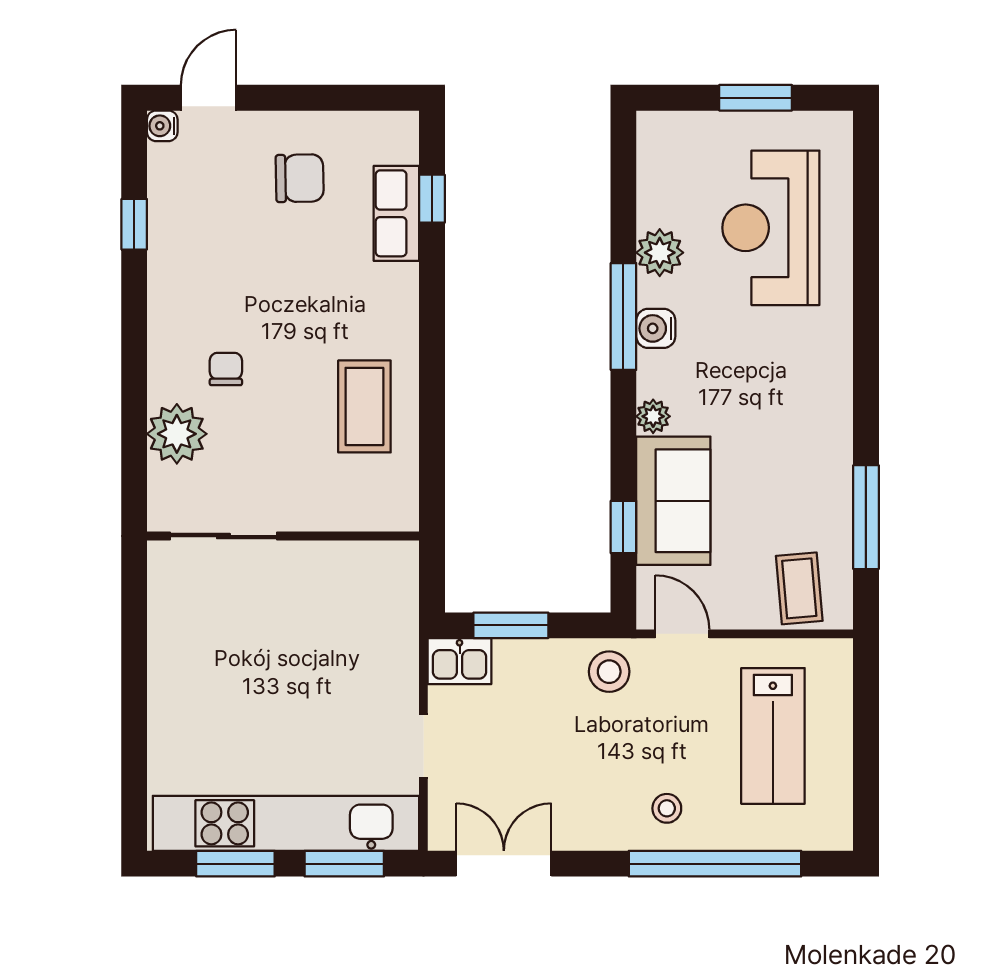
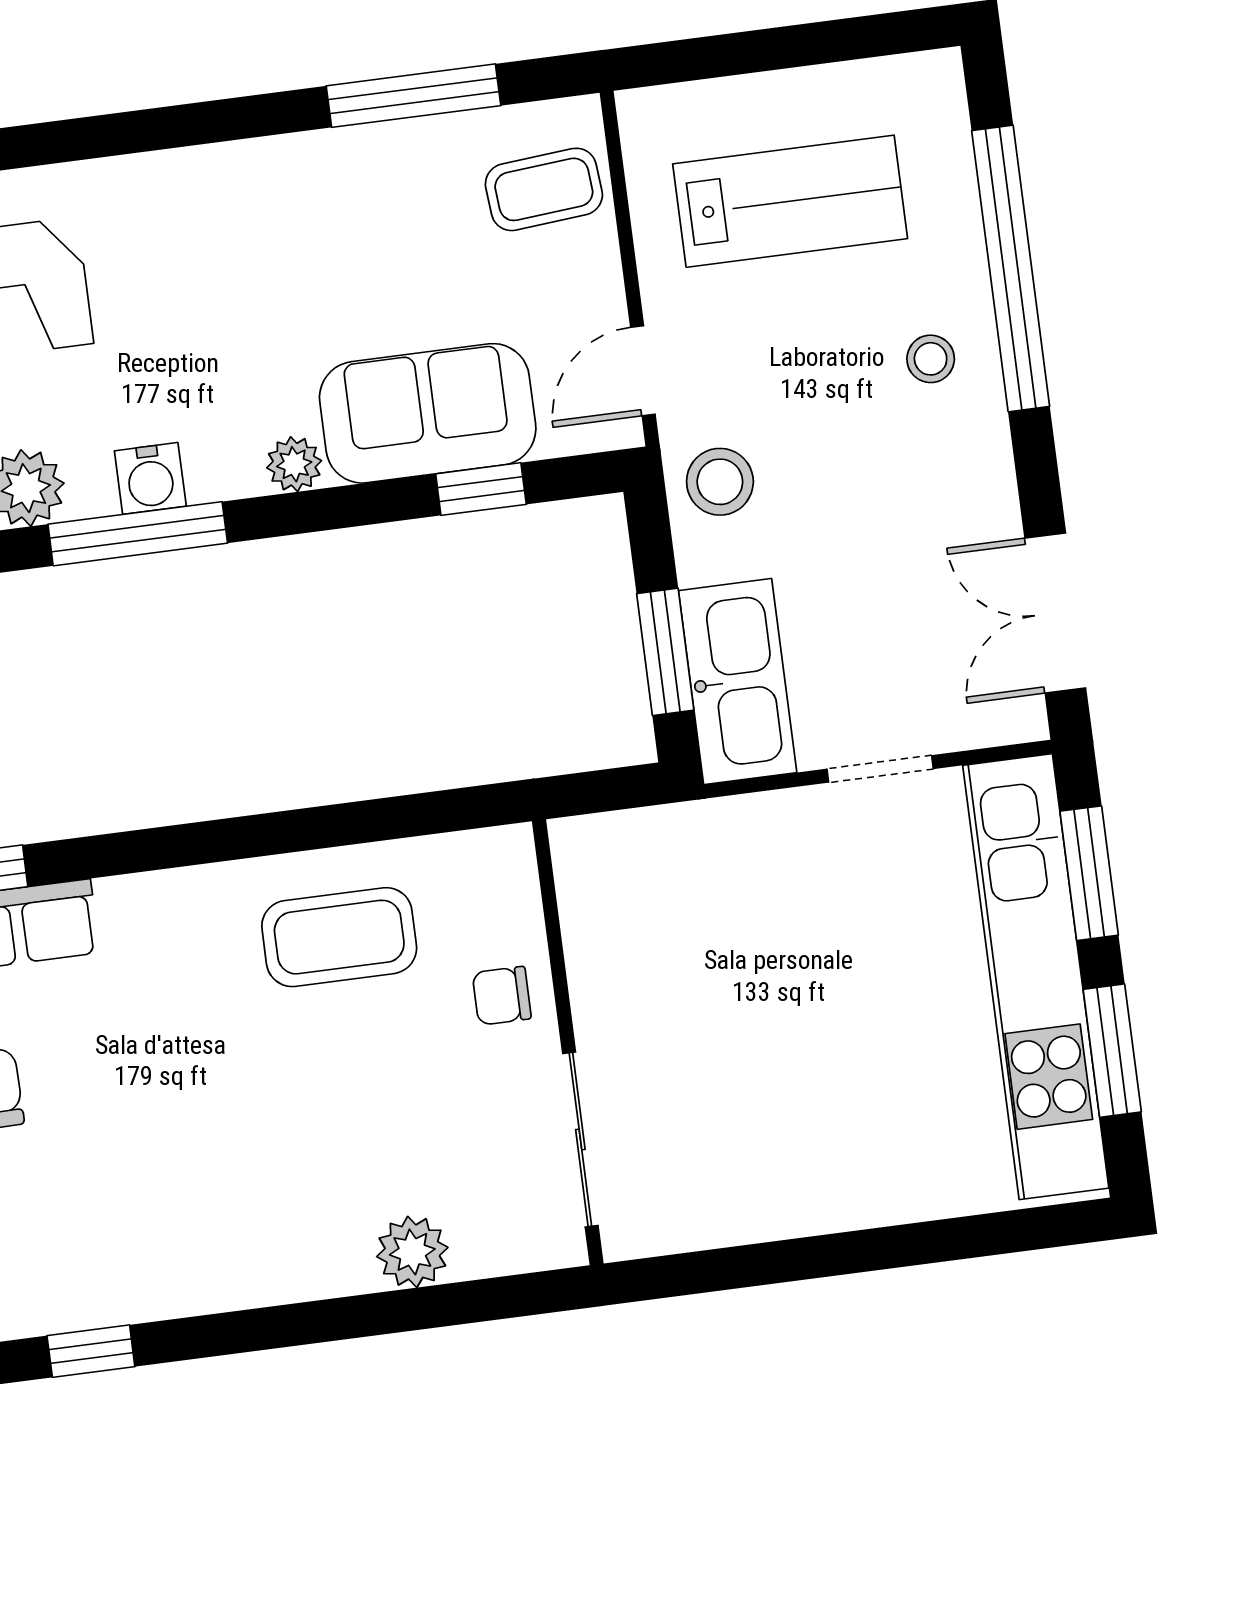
chair: (226, 369) -> (502, 996), moved
plant: (177, 434) -> (412, 1252), width x0.73, depth x0.73
kitchen sink: (460, 661) -> (738, 682), width x1.87, depth x1.24

